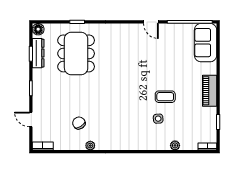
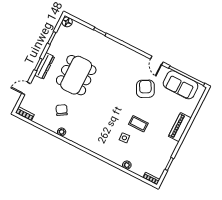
sofa: (206, 43) -> (181, 85), moved, turned -90
dresser: (38, 53) -> (45, 66), moved
dining table: (76, 53) -> (76, 75), moved
armchair: (154, 57) -> (145, 89), added
piano: (210, 91) -> (180, 127), moved
door: (31, 119) -> (26, 88), hinge flipped

